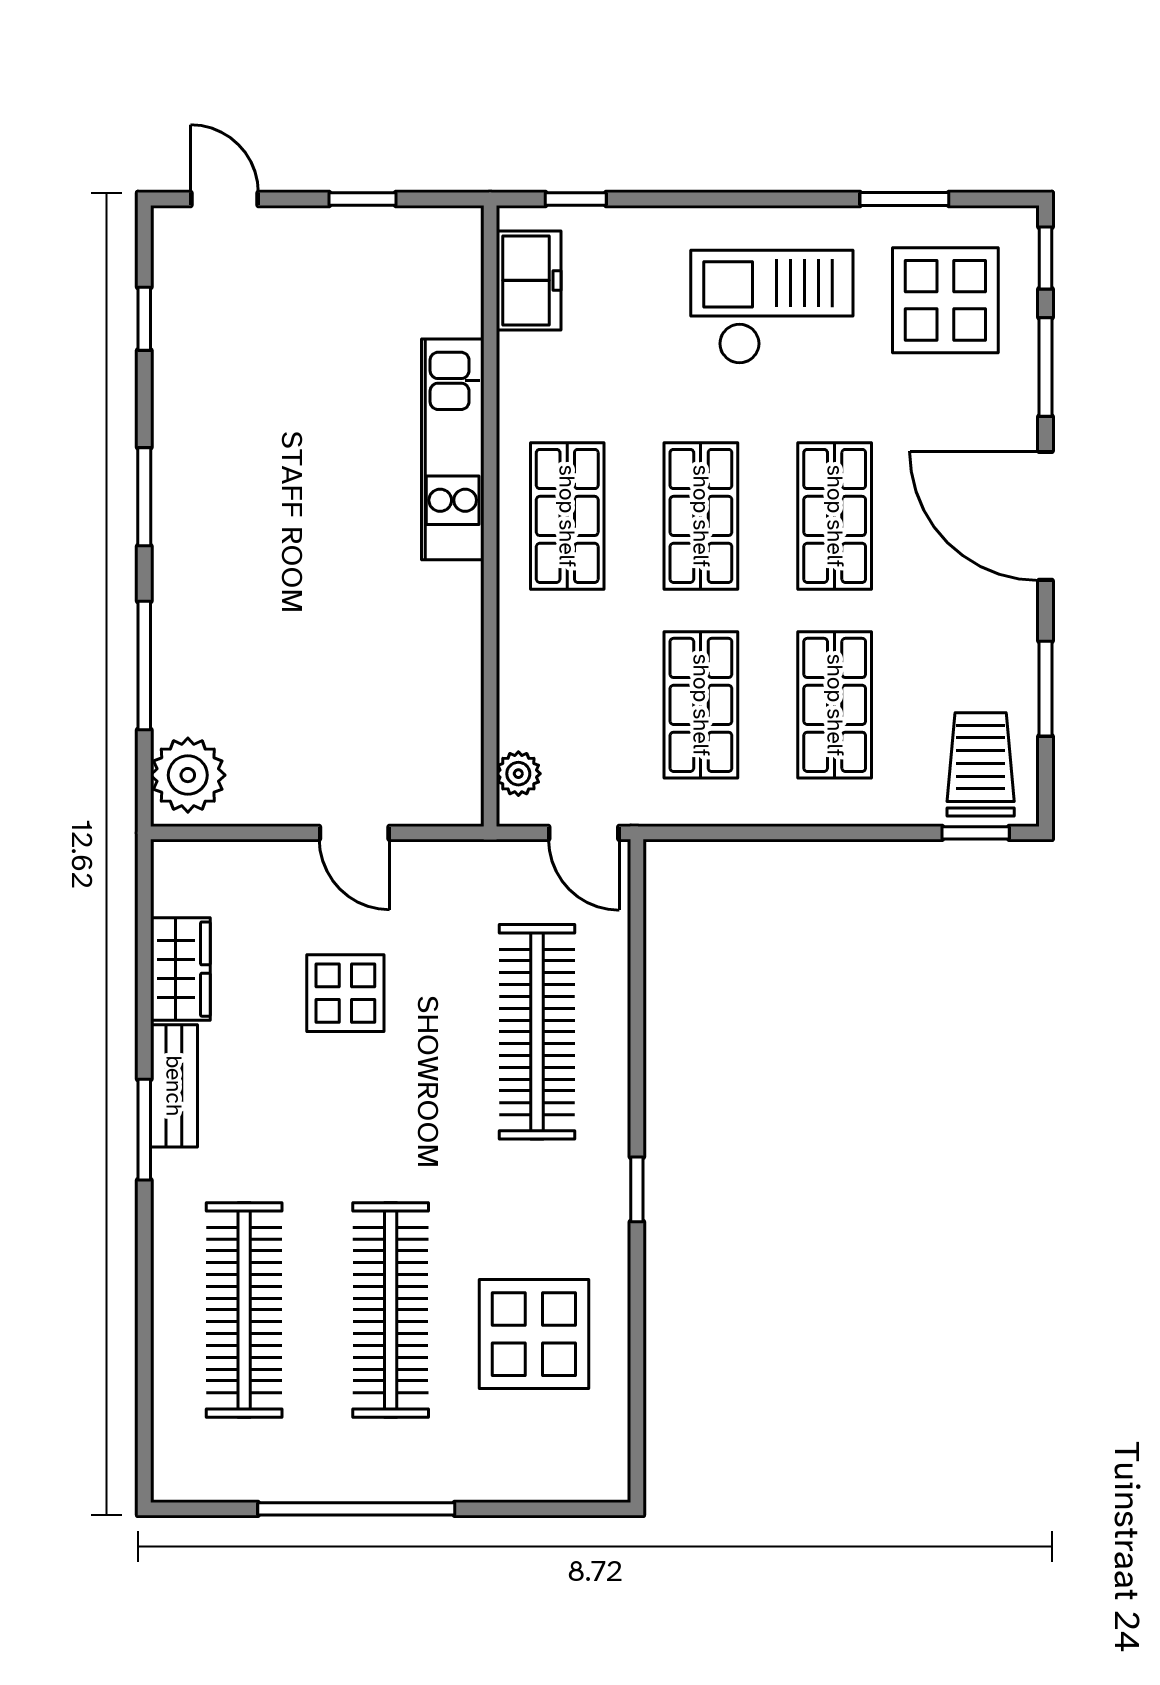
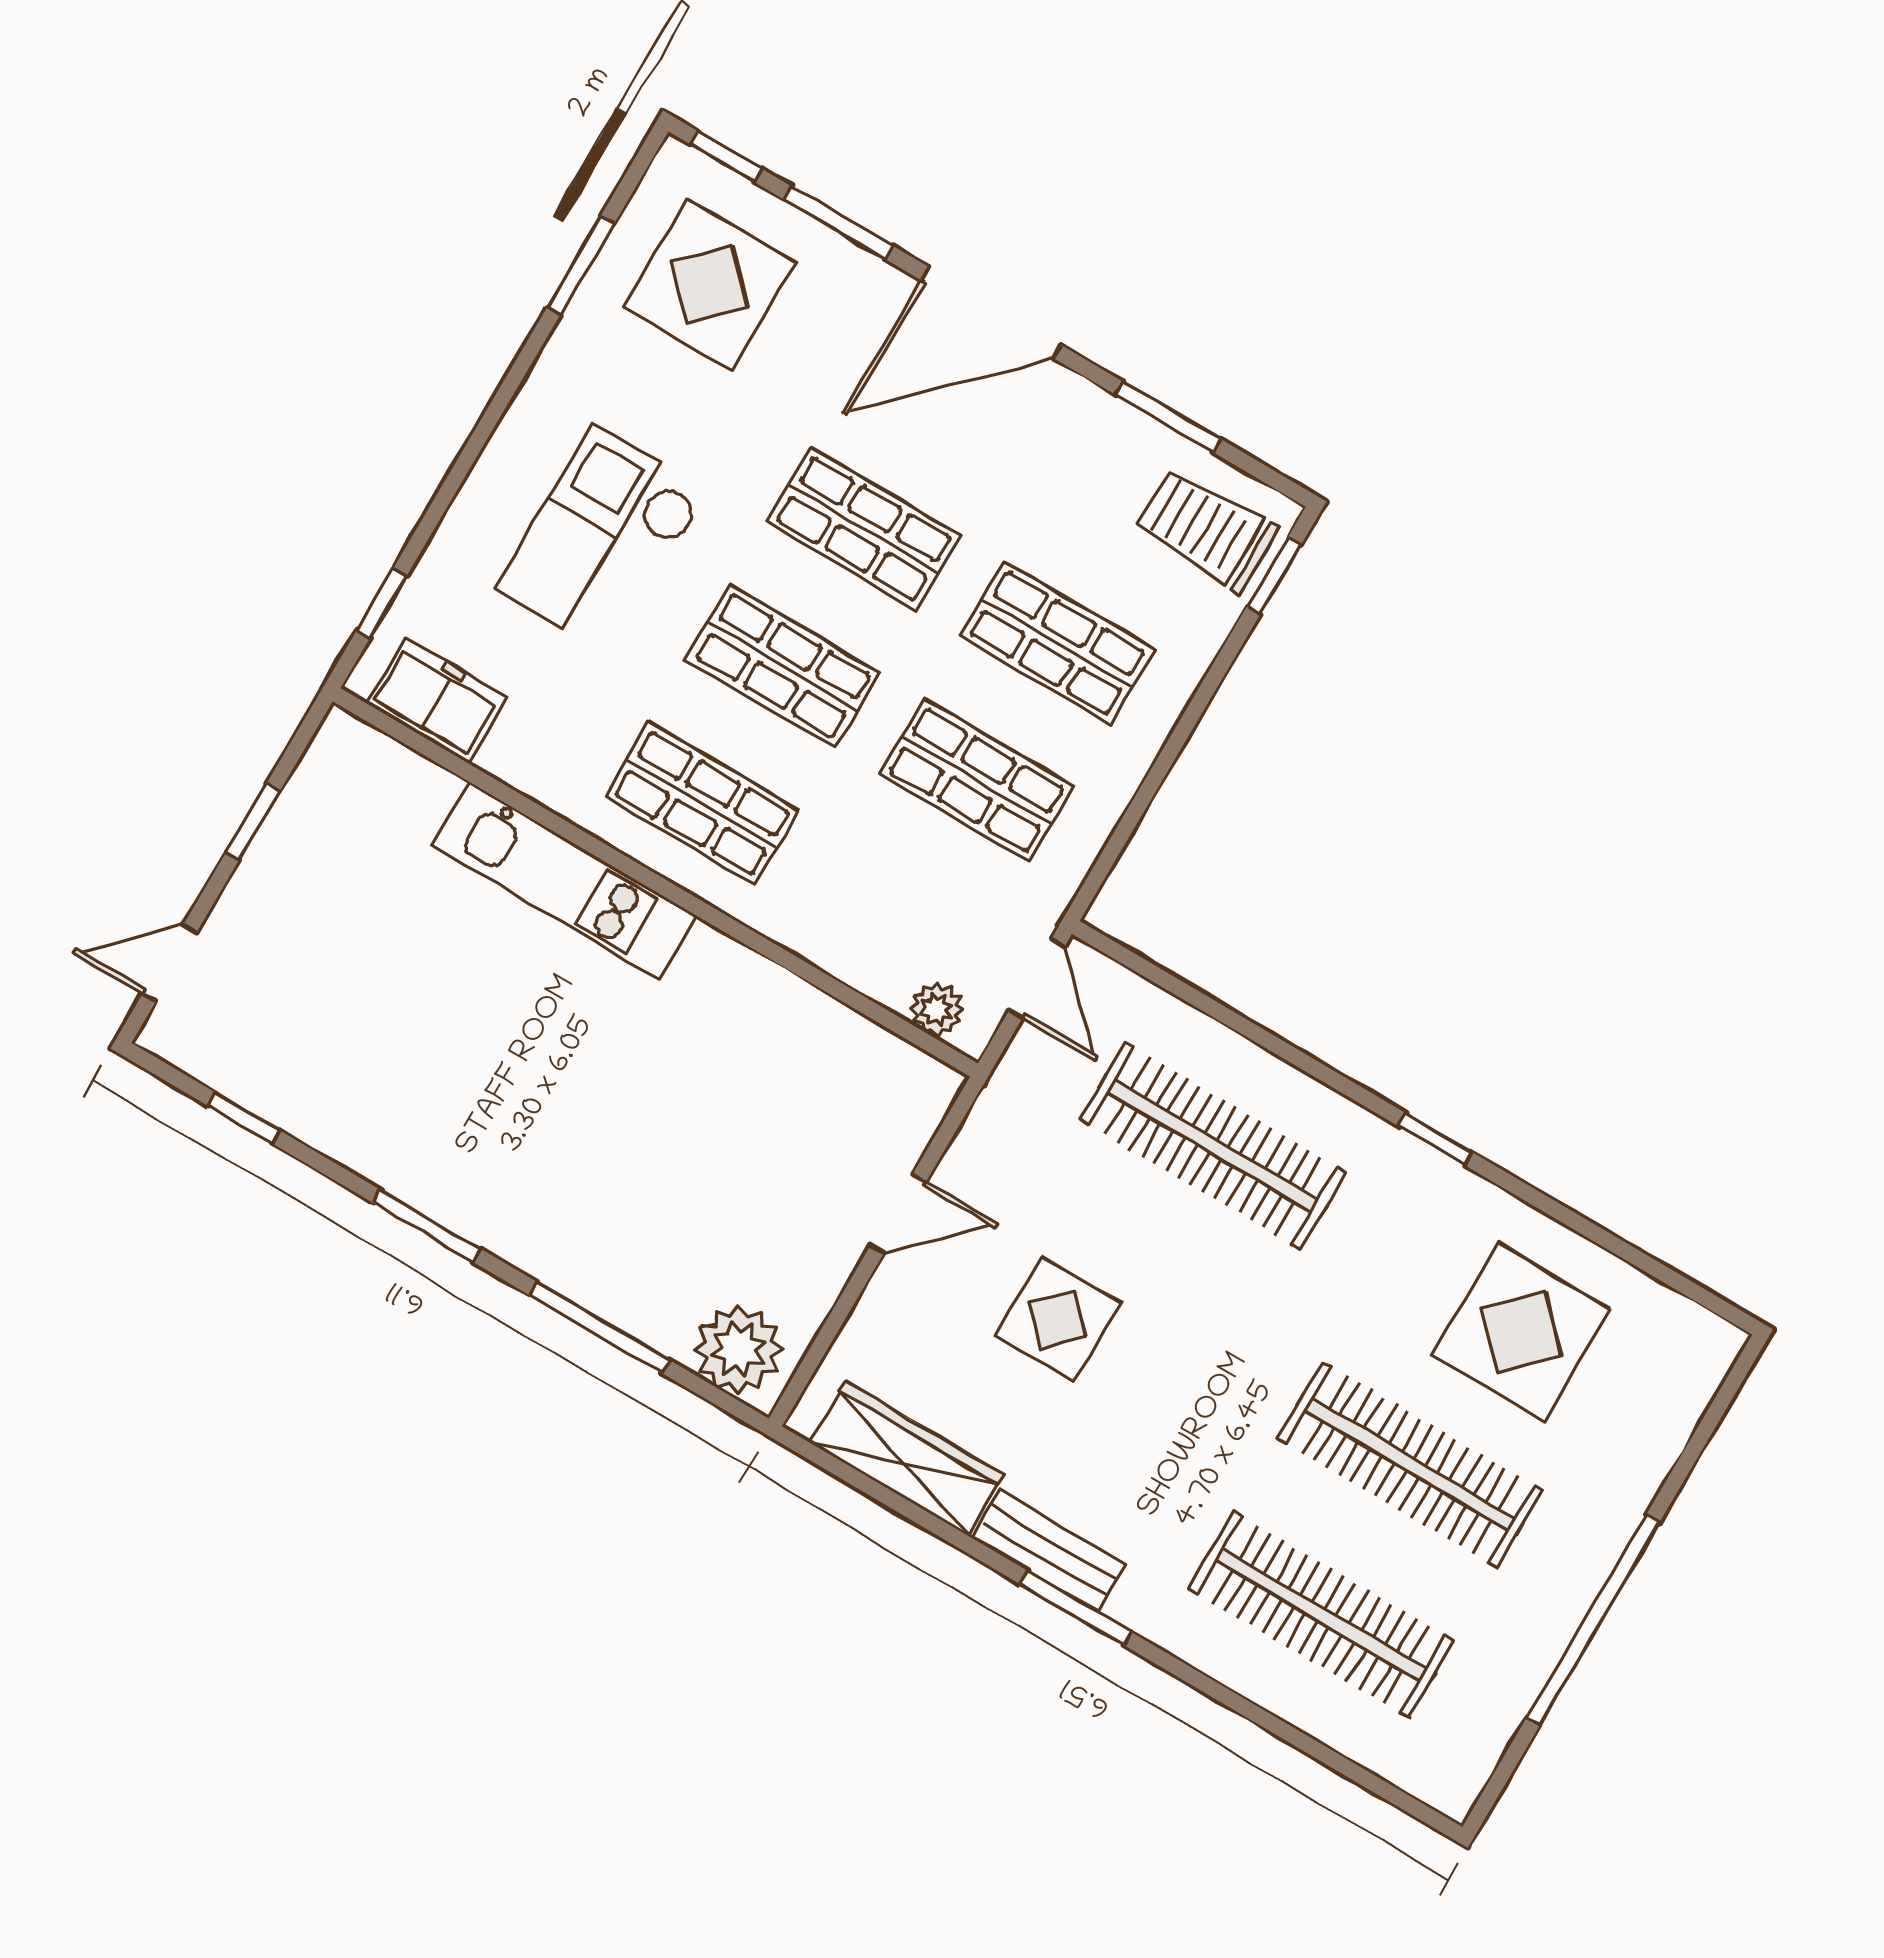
checkout: (772, 307) -> (602, 540), moved
door: (584, 833) -> (1037, 978), hinge flipped
wardrobe: (180, 969) -> (907, 1459), width x1.50

